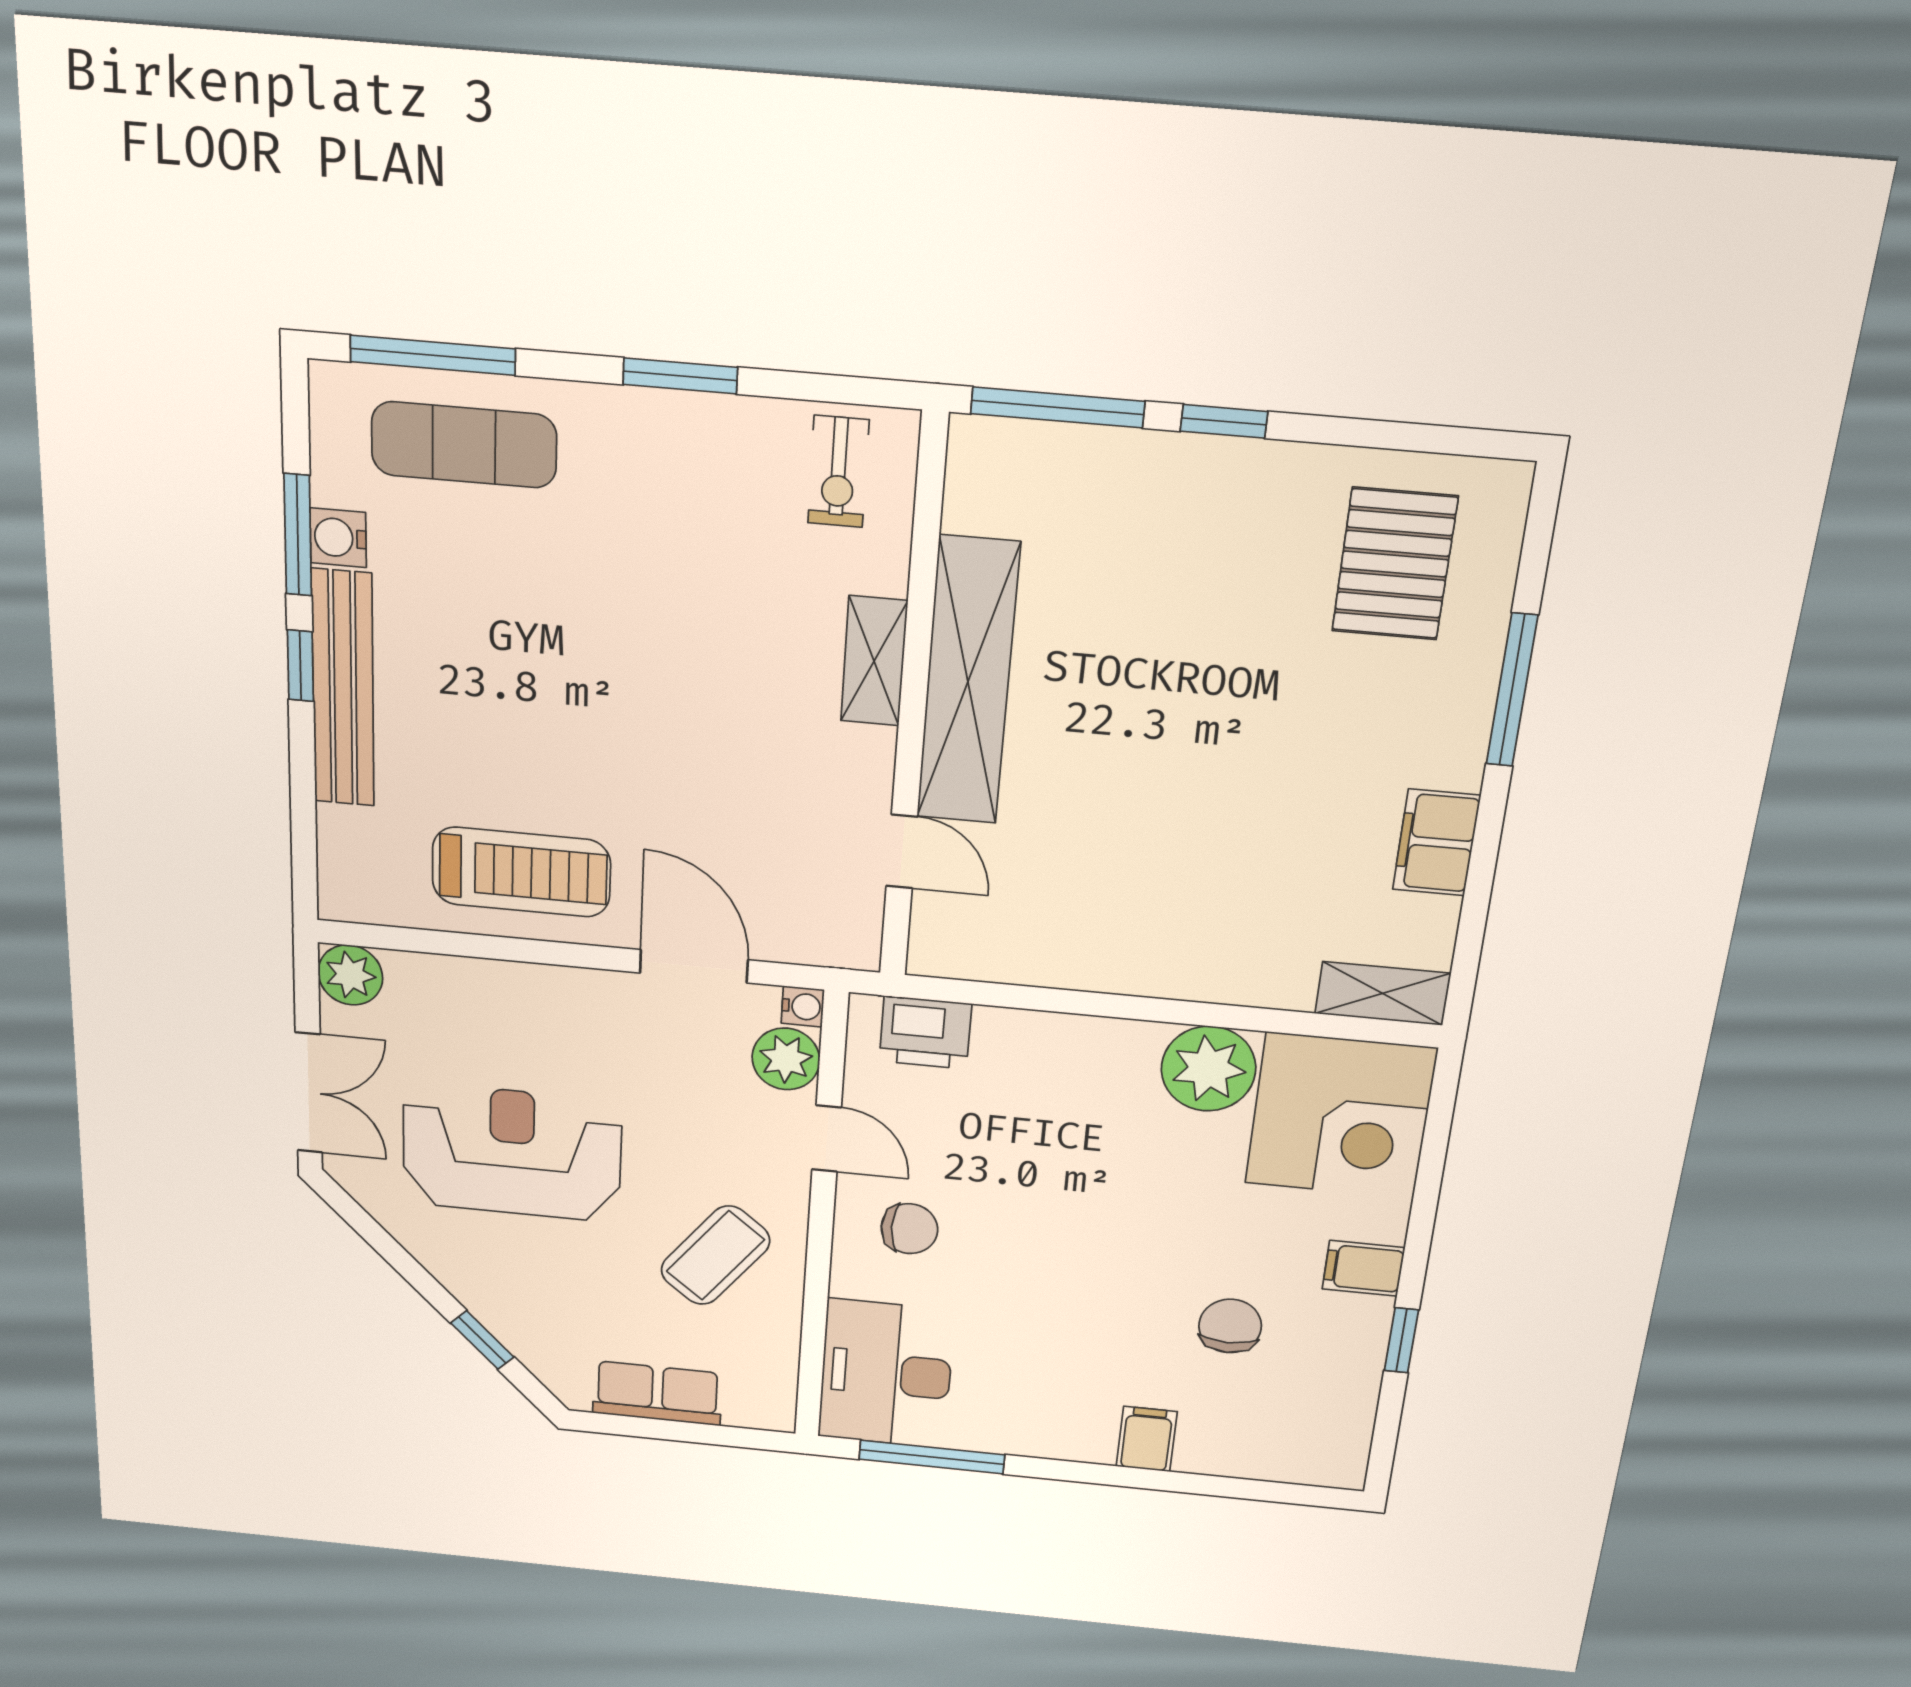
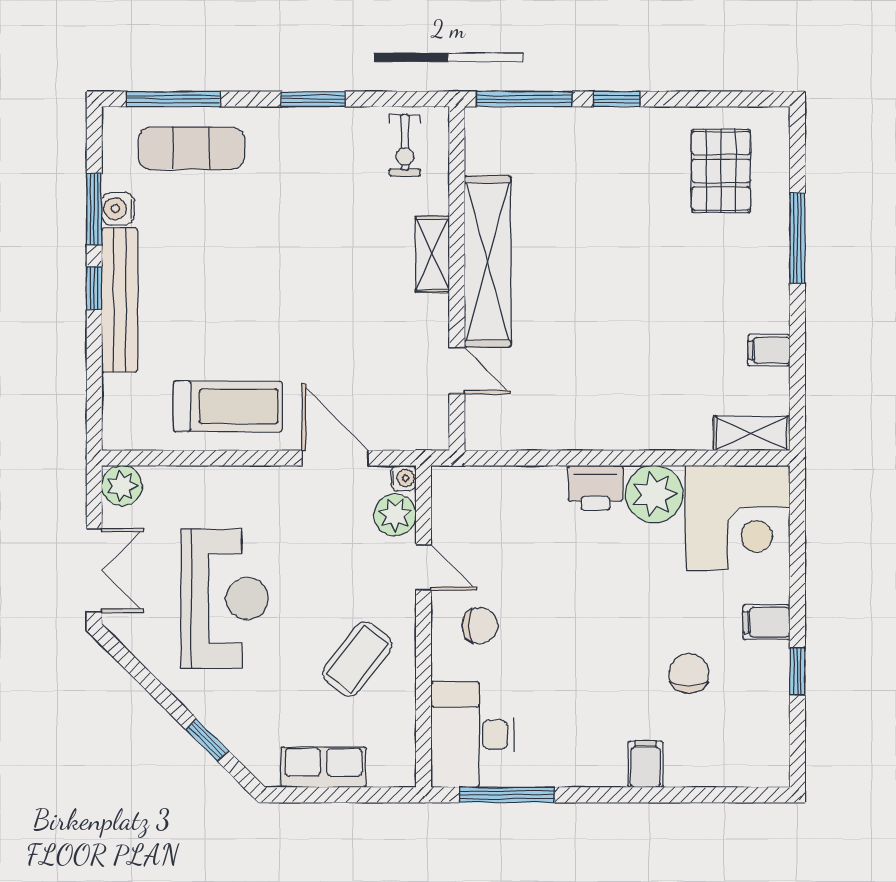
filing cabinet: (1436, 843) -> (769, 350), width x0.50
printer: (925, 1032) -> (596, 488), moved
reception desk: (512, 1152) -> (224, 599), turned 90

